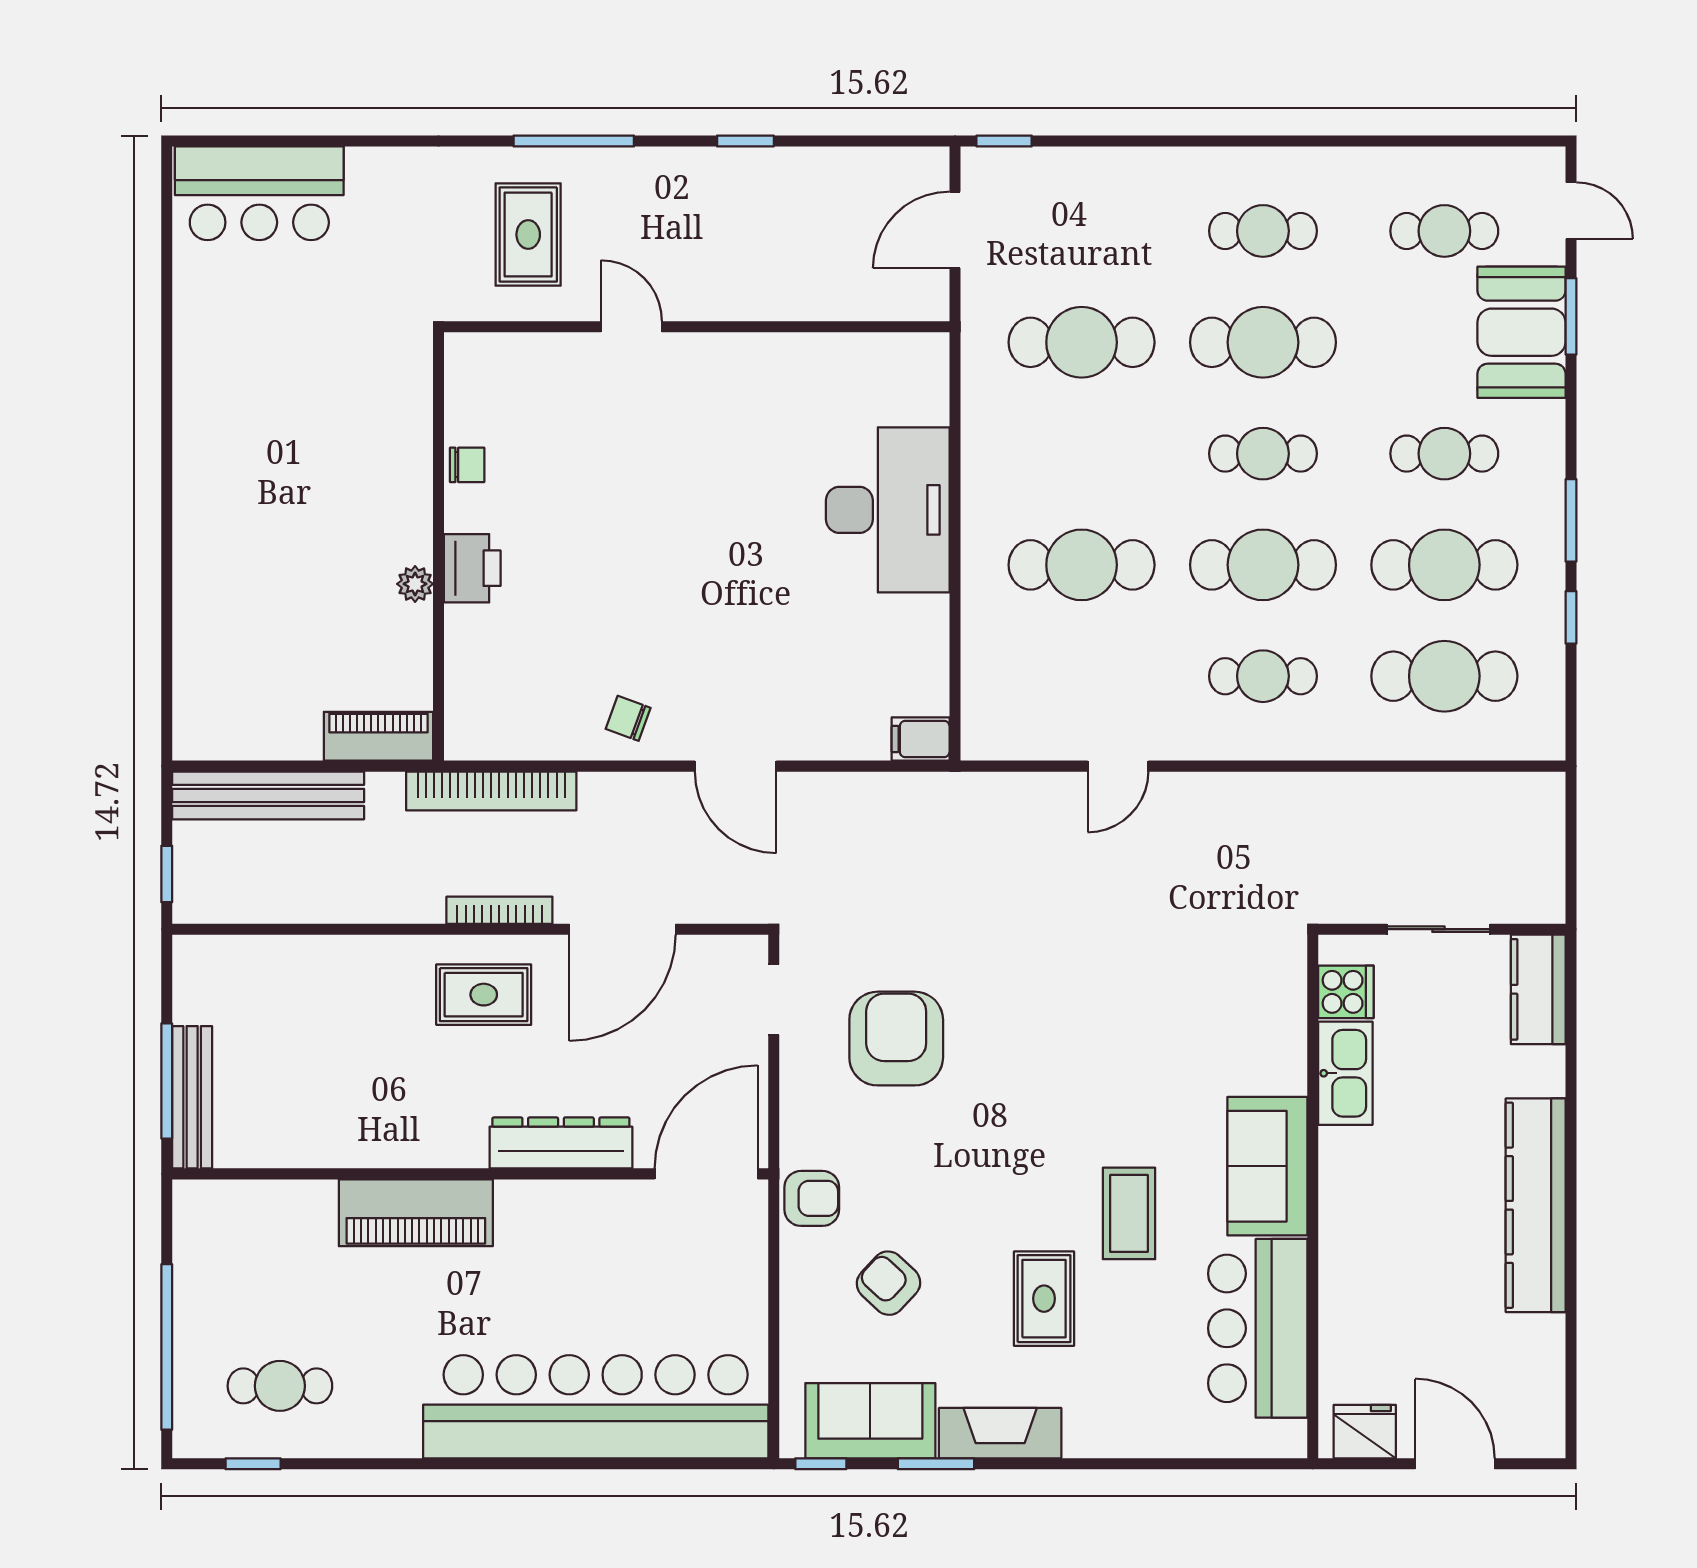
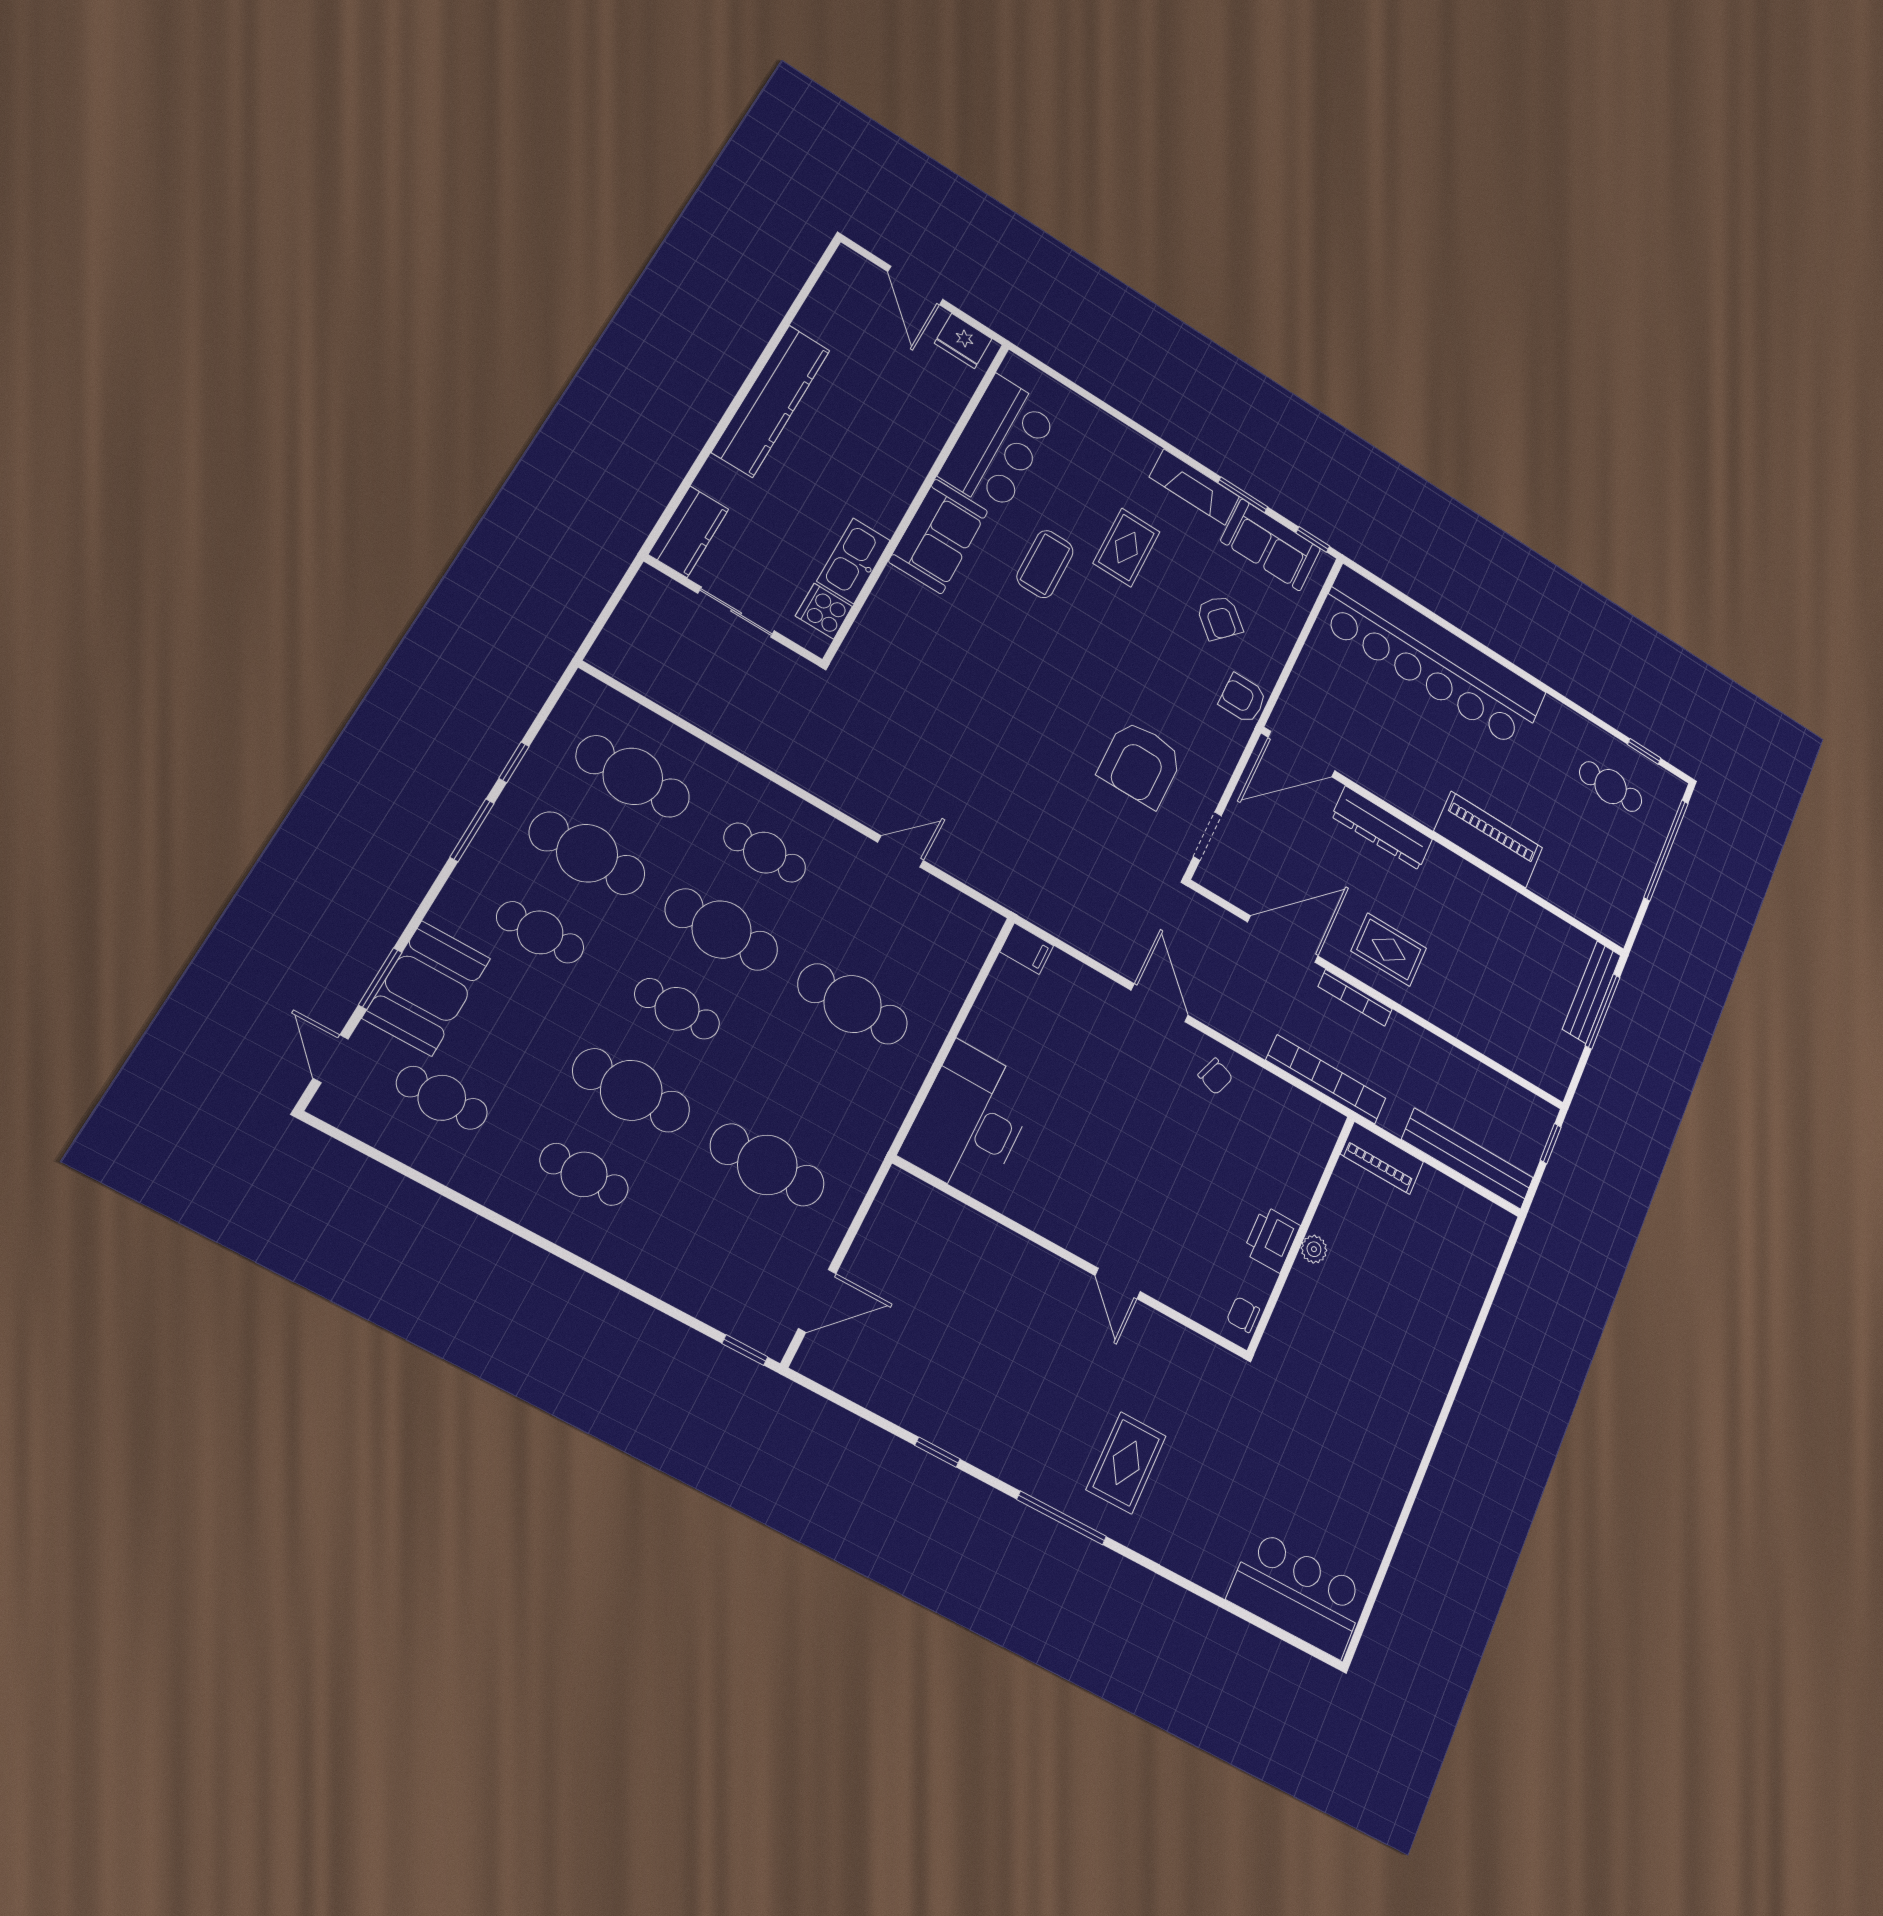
door: (631, 327) -> (1118, 1284), moved
wall: (697, 327) -> (1073, 1259), moved

